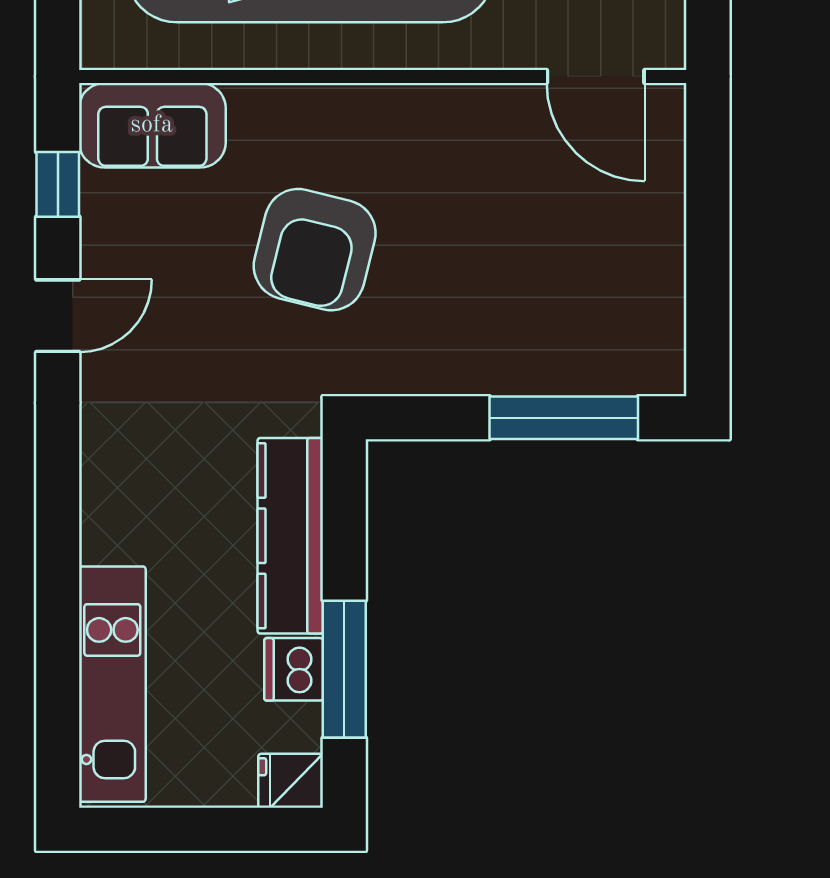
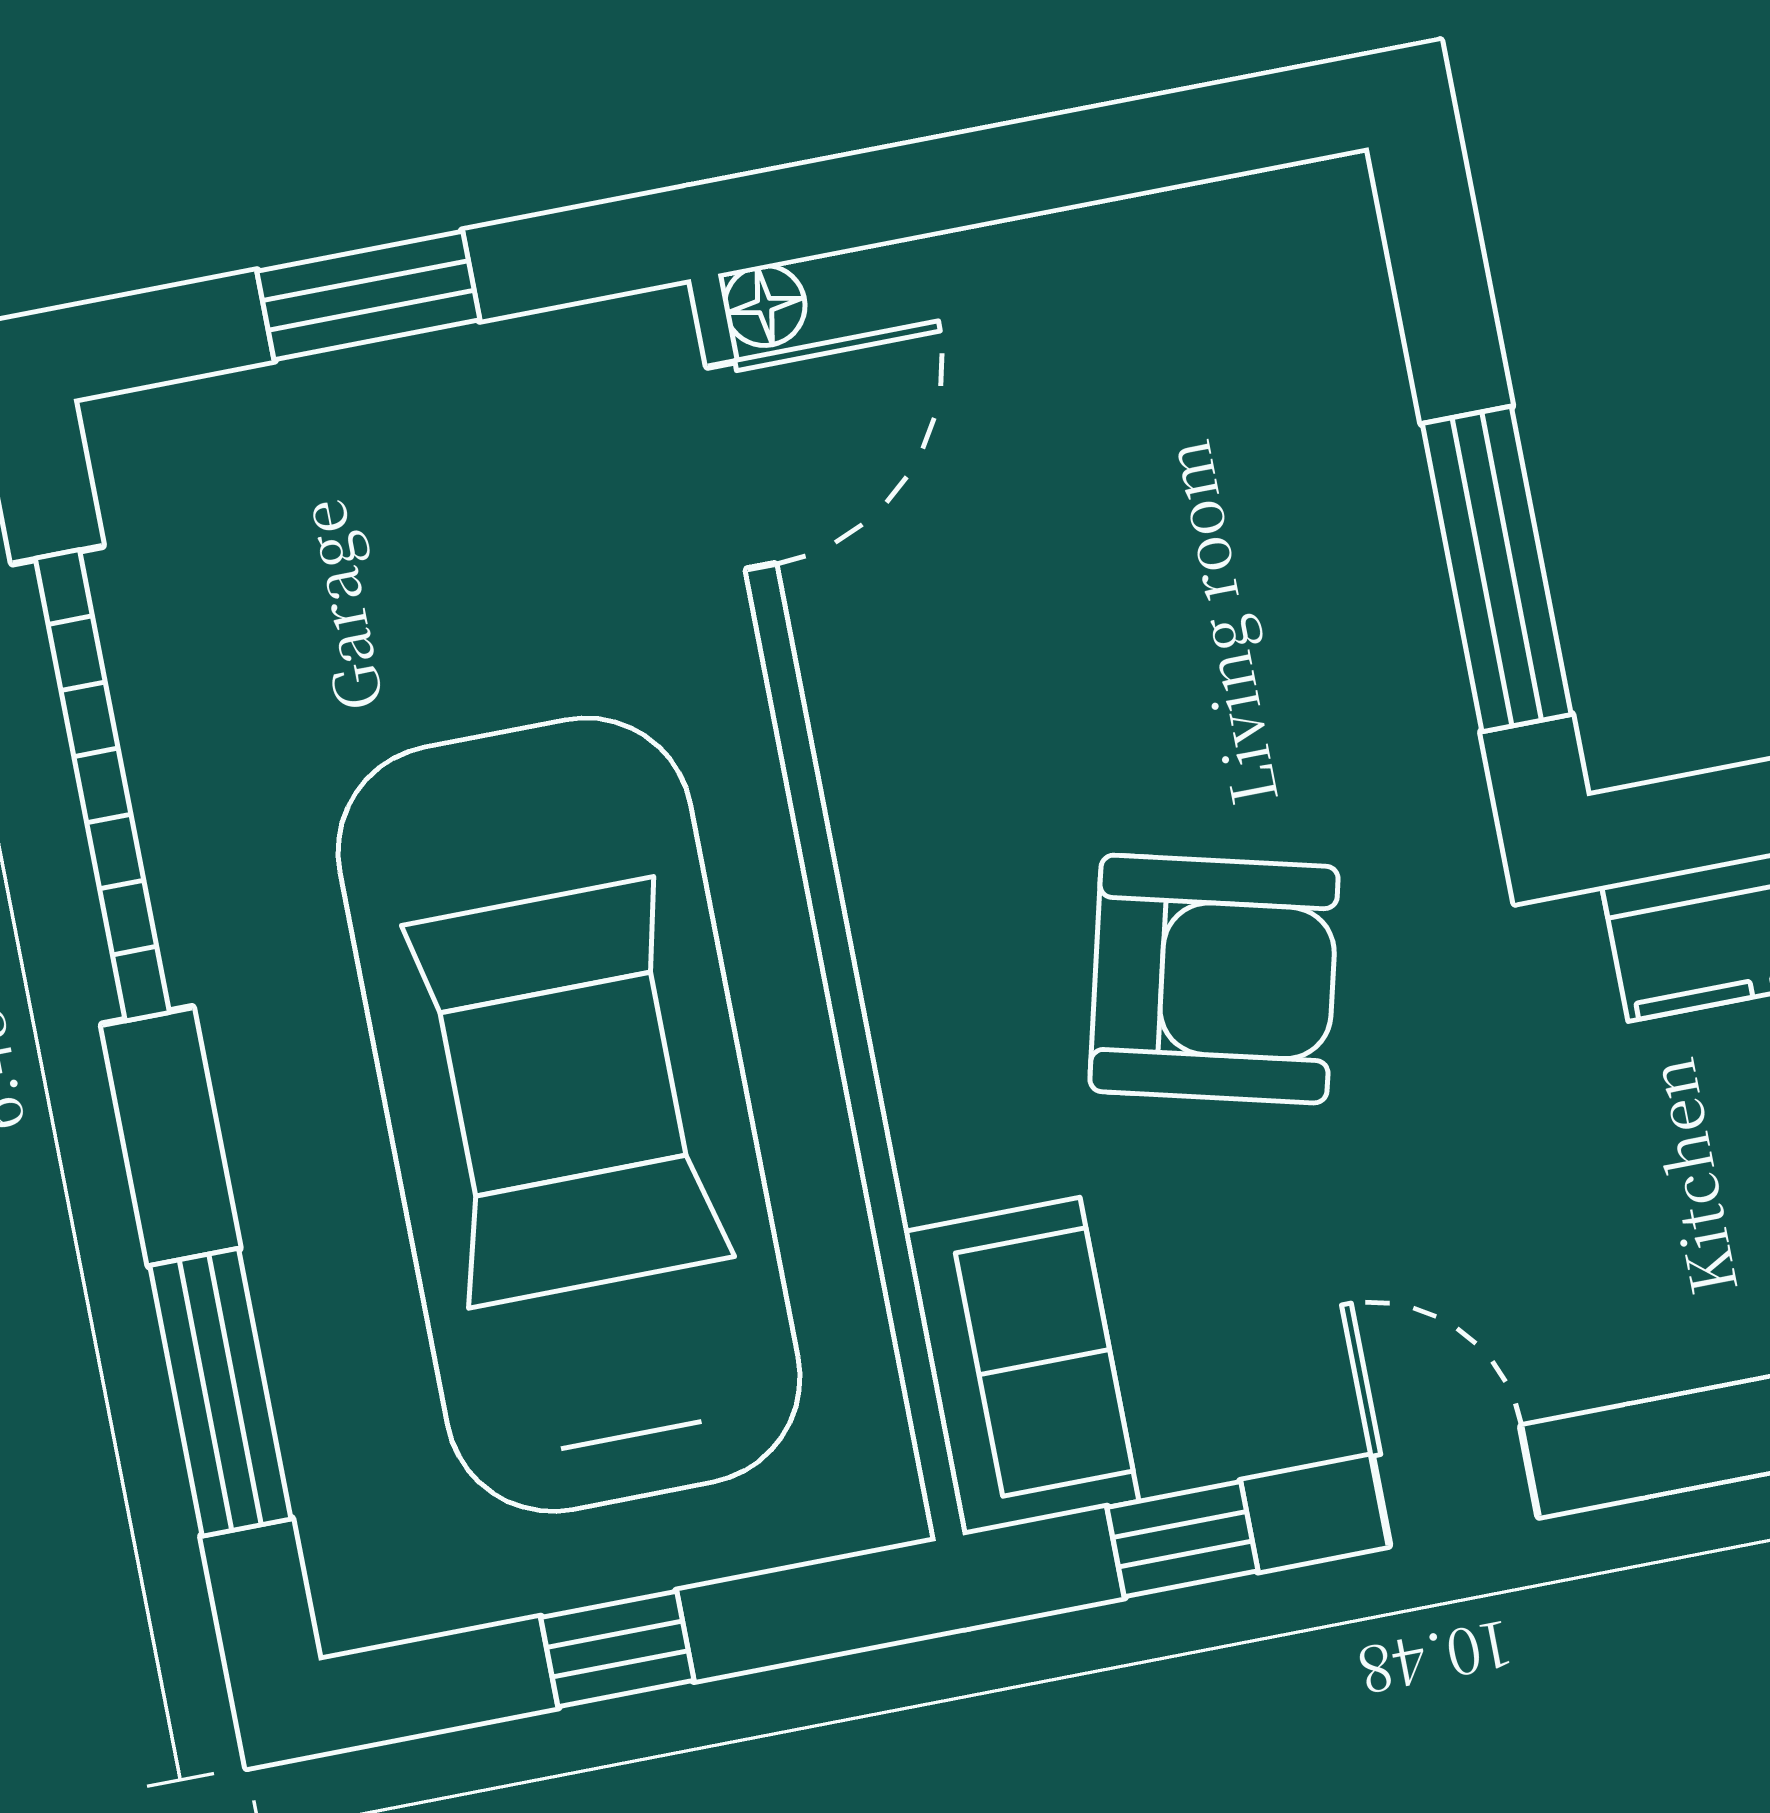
floor lamp: (668, 102) -> (765, 306), added
window: (564, 418) -> (1497, 569), moved

